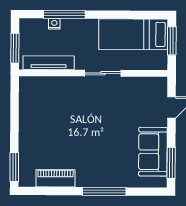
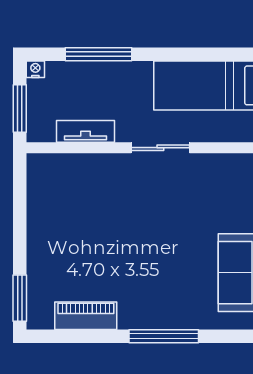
nightstand: (54, 24) -> (35, 69), moved
tv unit: (49, 63) -> (86, 131), width x0.71

